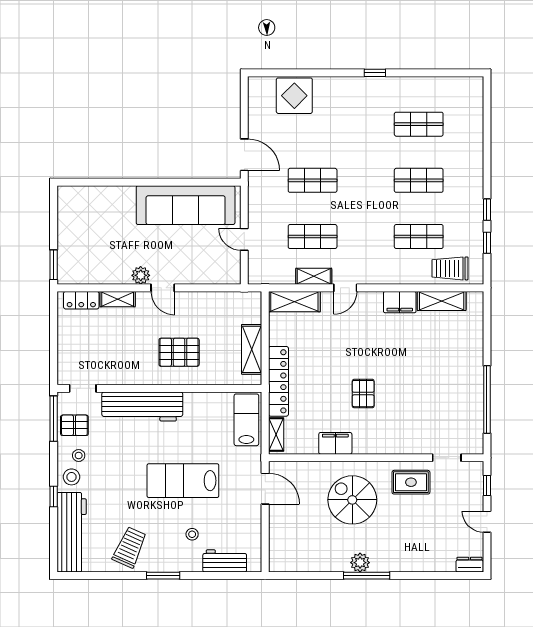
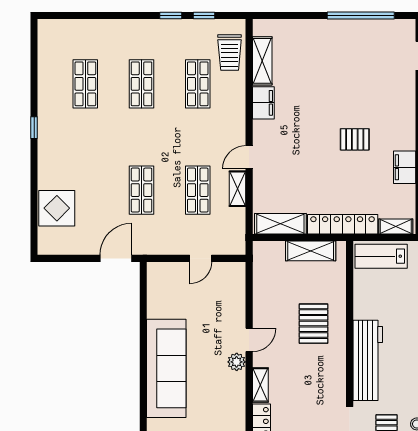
sofa: (186, 205) -> (166, 368), moved
door: (345, 288) -> (249, 157), swing flipped
shelving: (294, 302) -> (280, 224), moved, turned 90

